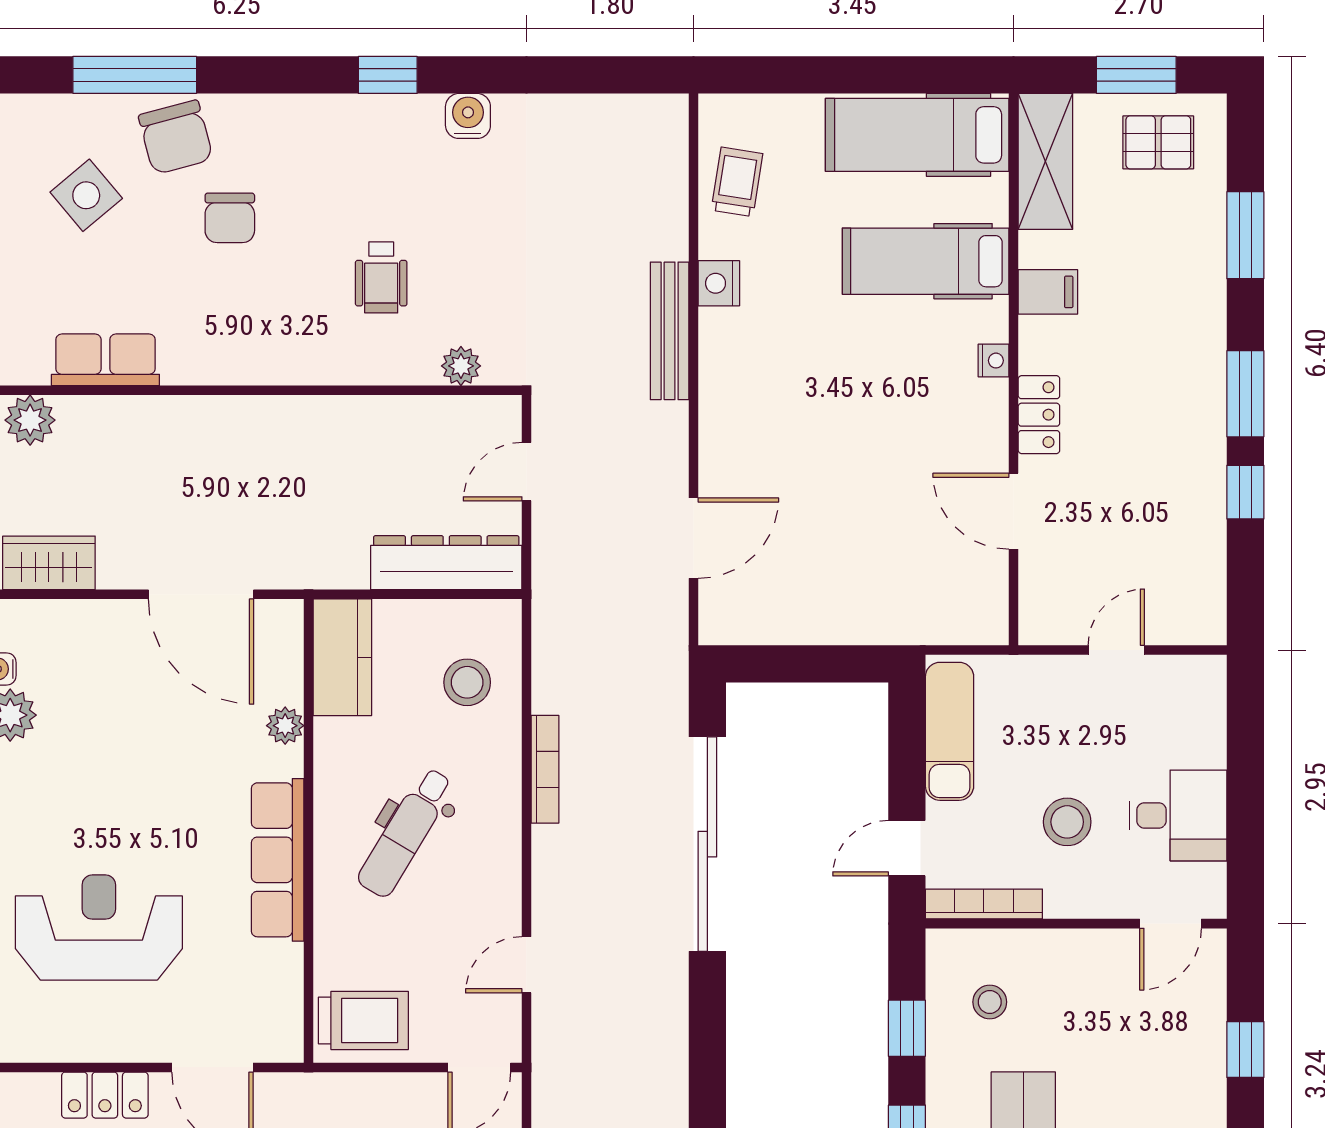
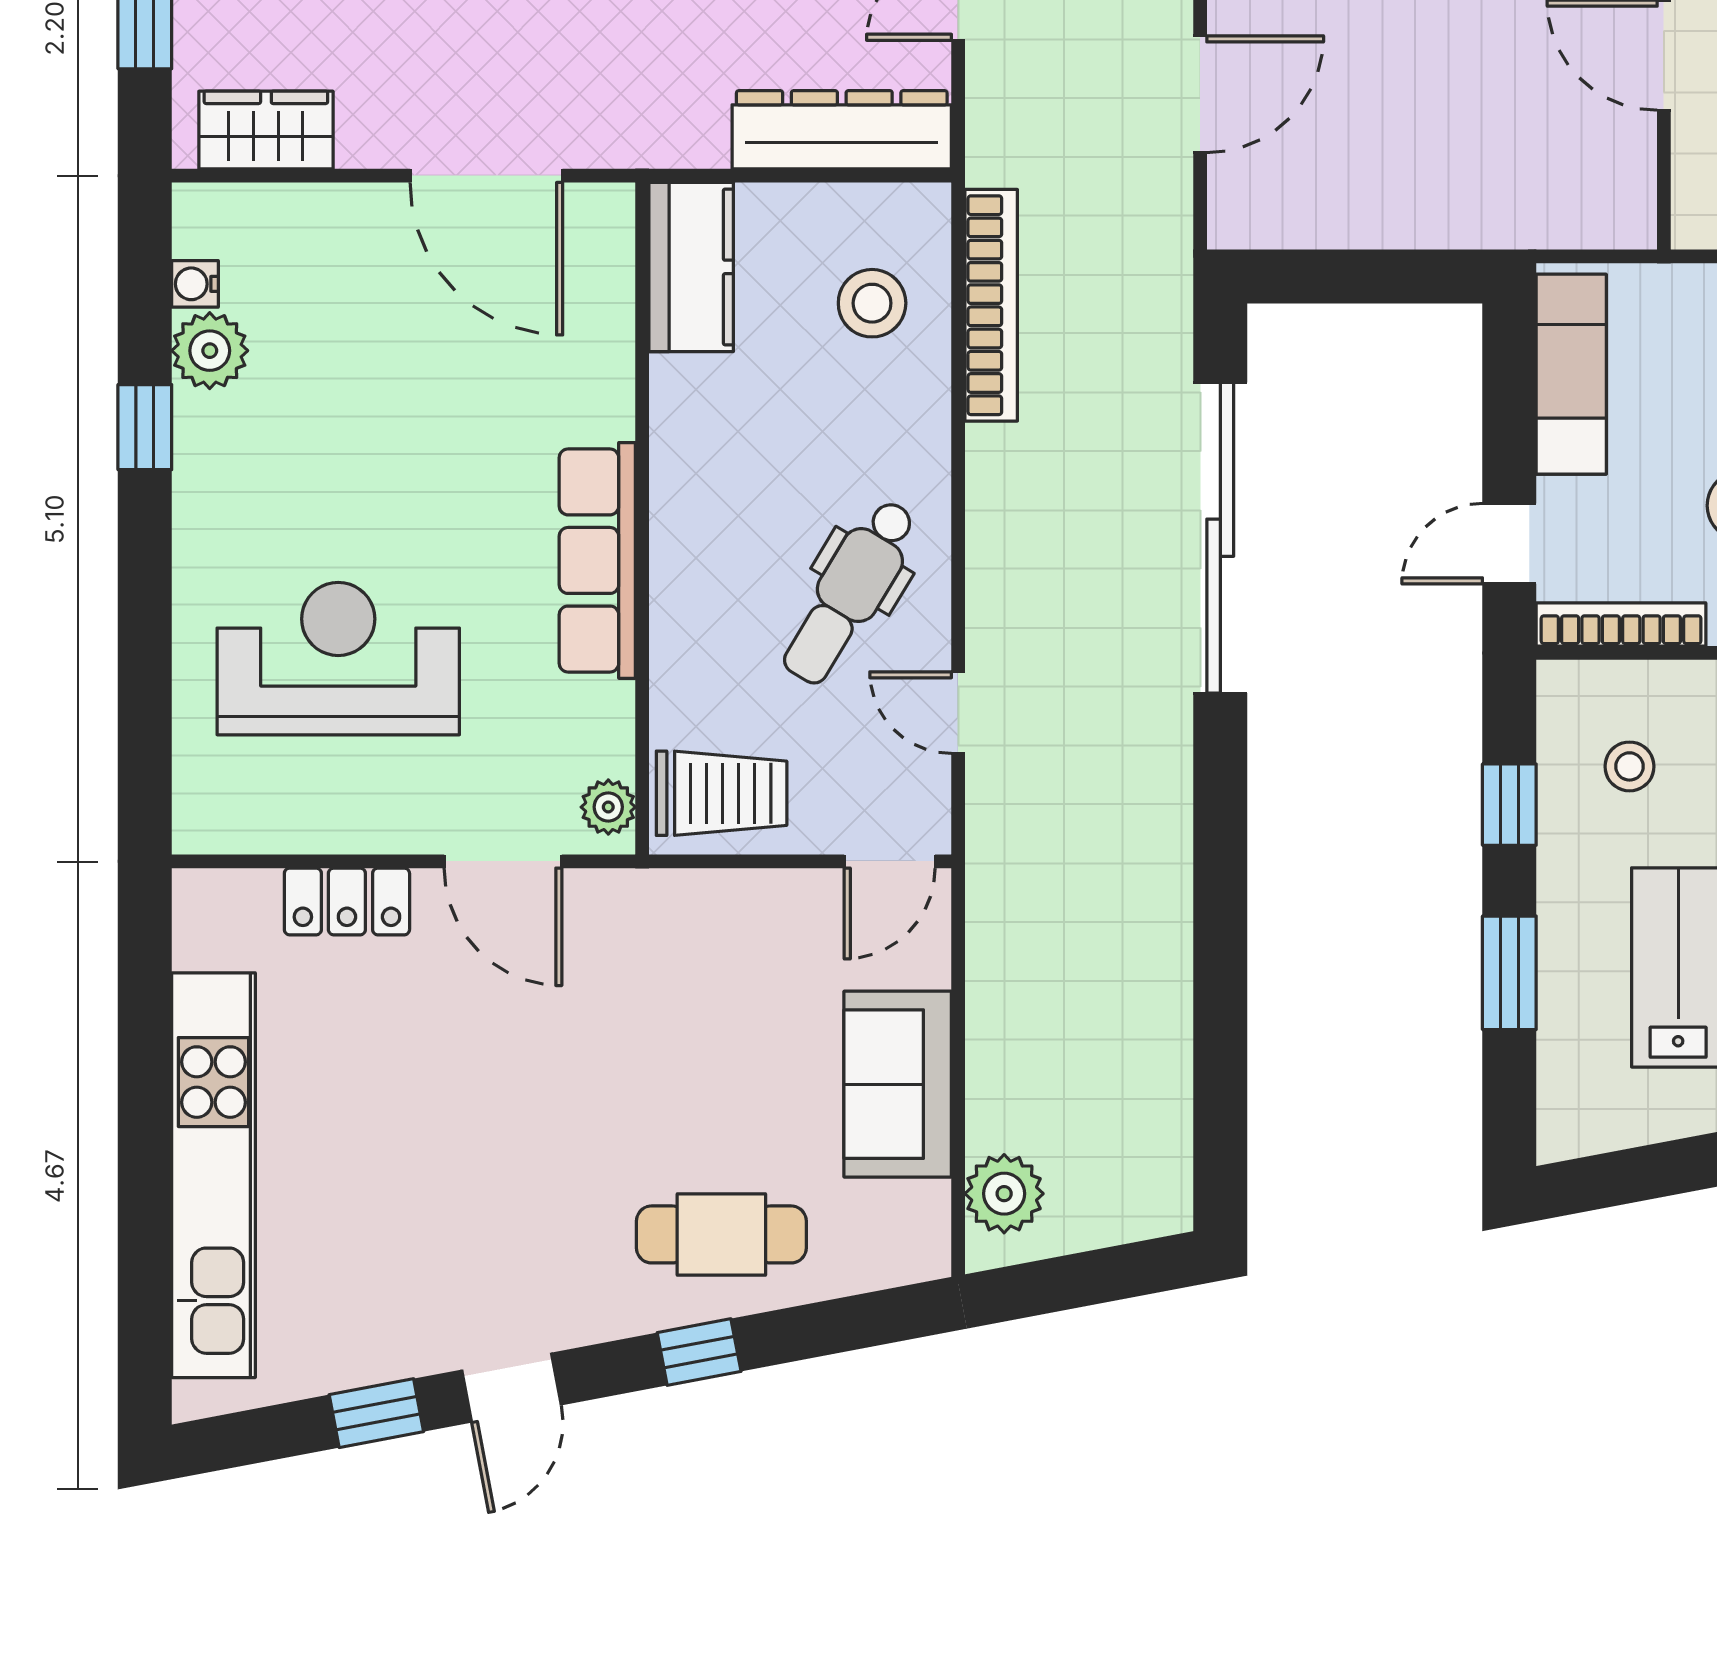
plant: (285, 726) -> (608, 807), moved
bookcase: (545, 769) -> (991, 305), moved, width x1.48, depth x1.31
dental chair: (406, 833) -> (850, 592), moved
door: (527, 965) -> (958, 713), hinge flipped

